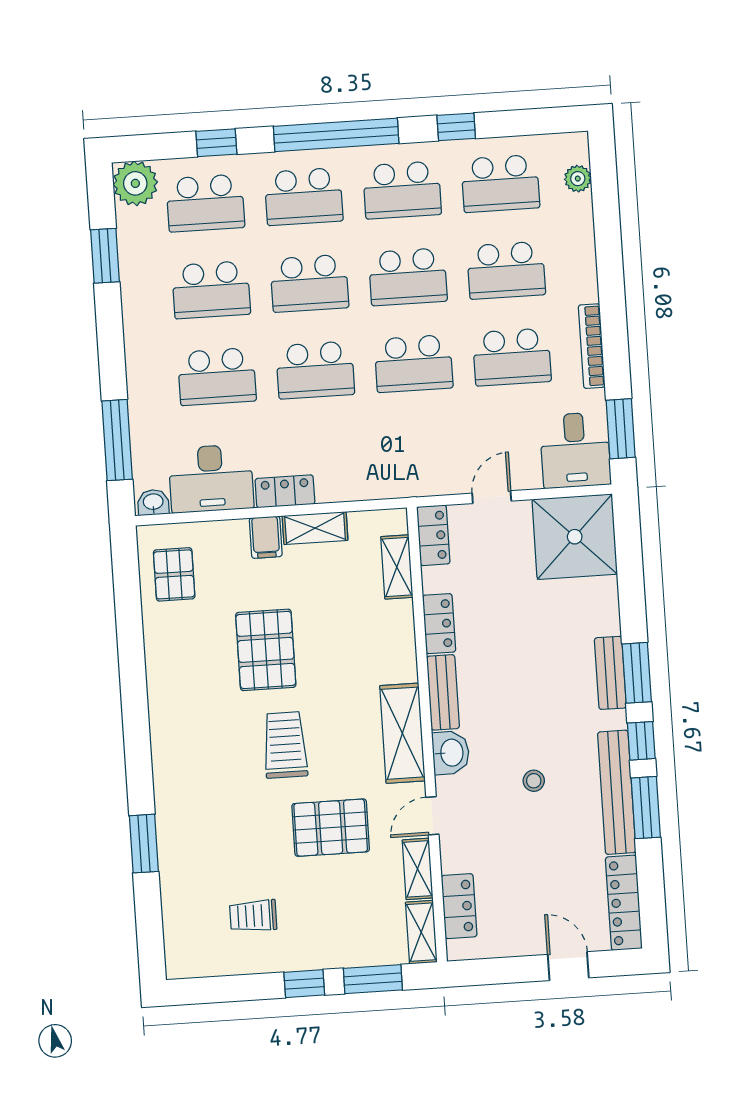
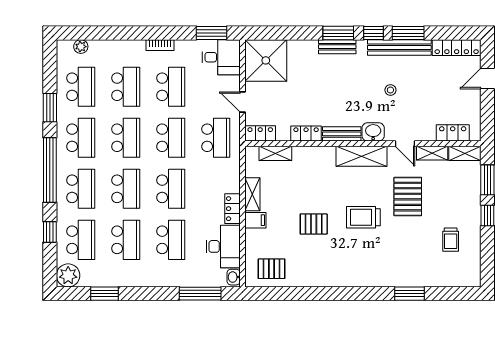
window: (456, 127) -> (50, 108), width x1.50
bookcase: (592, 346) -> (160, 45), width x0.64
school desk: (419, 450) -> (216, 138), added
pallet: (266, 650) -> (314, 224), width x0.67, depth x0.71

